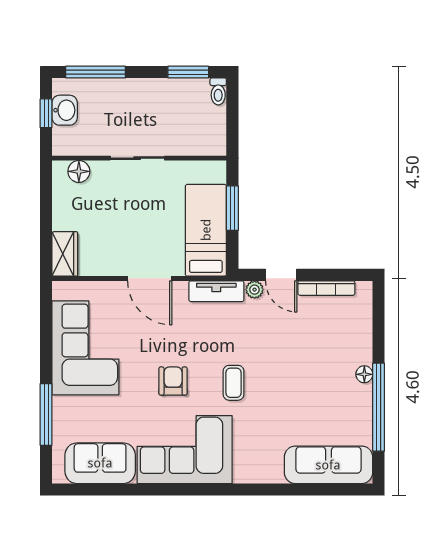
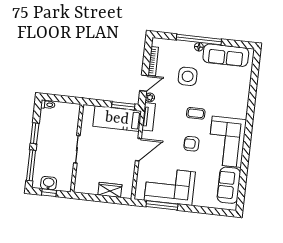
window: (188, 72) -> (35, 133), moved
floor lamp: (79, 171) -> (80, 179), removed
window: (232, 208) -> (123, 106), moved
wardrobe: (65, 254) -> (110, 190), moved
side table: (304, 359) -> (188, 76), added
window: (379, 407) -> (199, 40), moved
window: (46, 415) -> (162, 205), moved
sofa: (328, 465) -> (226, 55), moved, turned -90

